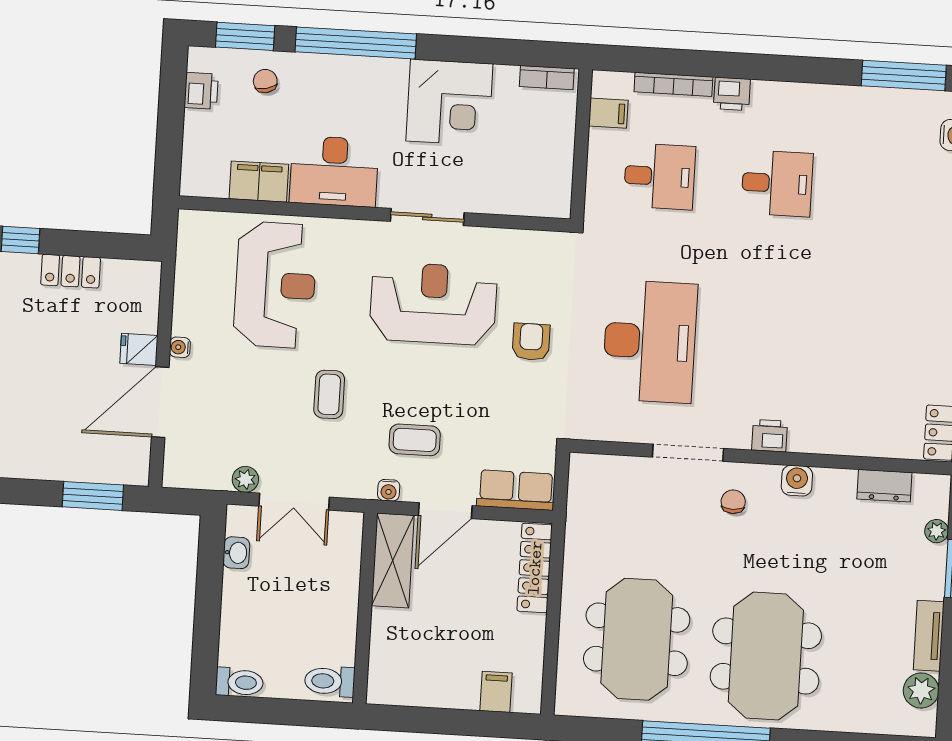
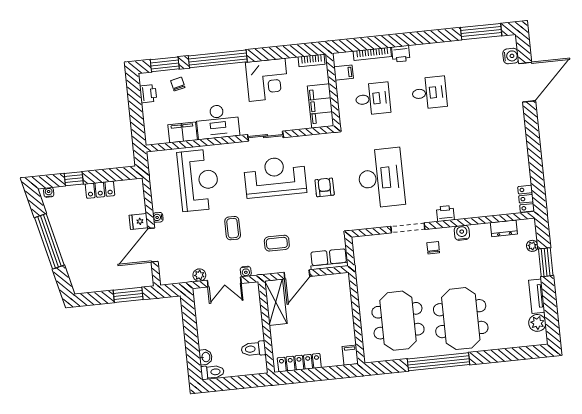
filing cabinet: (550, 174) -> (321, 106), added
water cooler: (389, 490) -> (246, 271), moved
washbasin: (236, 553) -> (206, 357), moved
locker: (535, 568) -> (299, 363), moved, turned 90
toilet: (330, 681) -> (254, 349), moved
filing cabinet: (496, 692) -> (350, 355), moved

